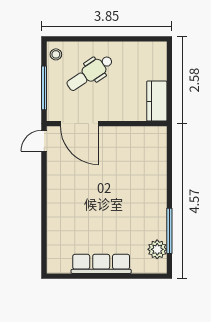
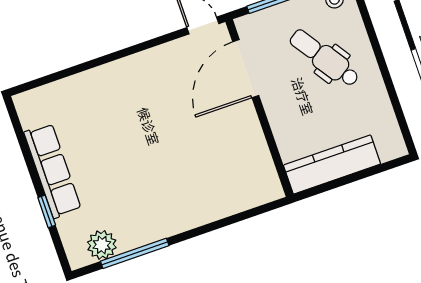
kitchen counter: (157, 101) -> (332, 165), width x1.50
window: (125, 276) -> (47, 211), added

